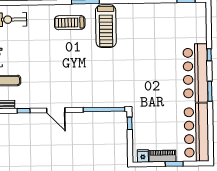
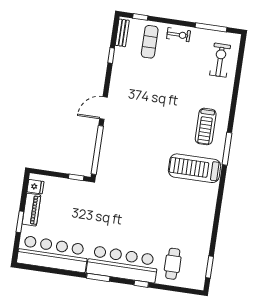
treadmill: (70, 23) -> (206, 126), turned 180
cafe table: (188, 31) -> (173, 264), added
door: (56, 110) -> (103, 108), moved

